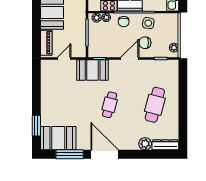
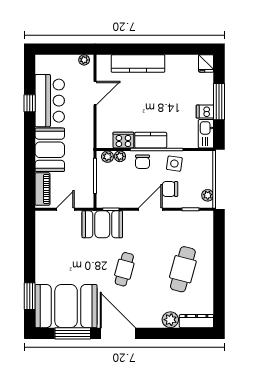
booth: (58, 138) -> (66, 306), width x1.36, depth x1.42

